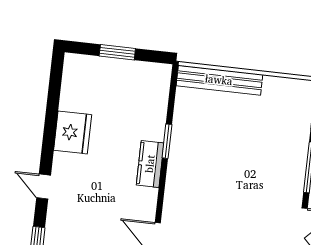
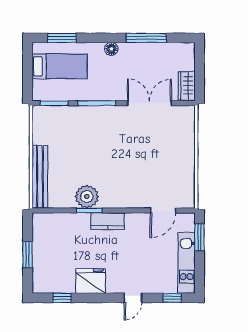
window: (54, 92) -> (62, 298), added
plant: (186, 140) -> (87, 197), added

